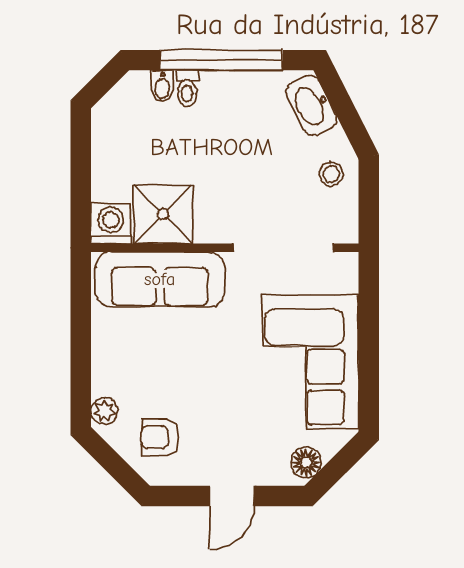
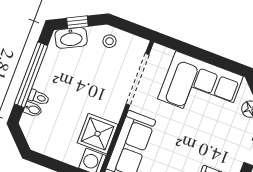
window: (343, 106) -> (77, 22), added

